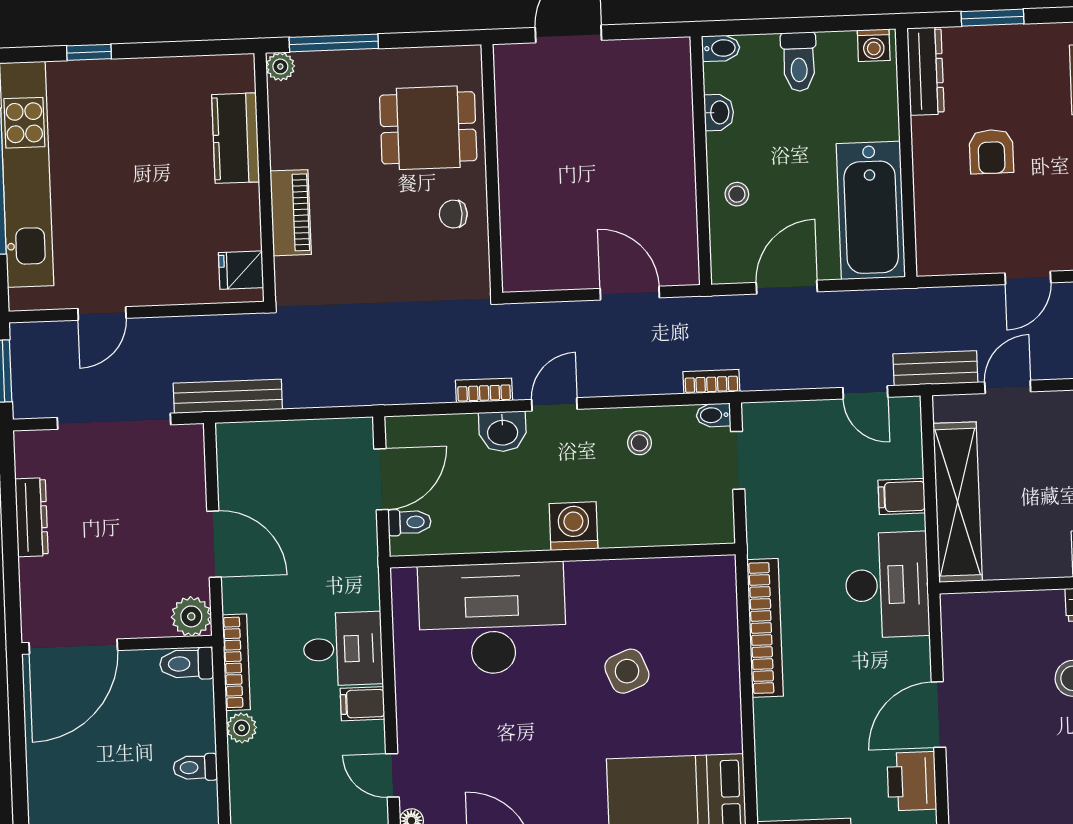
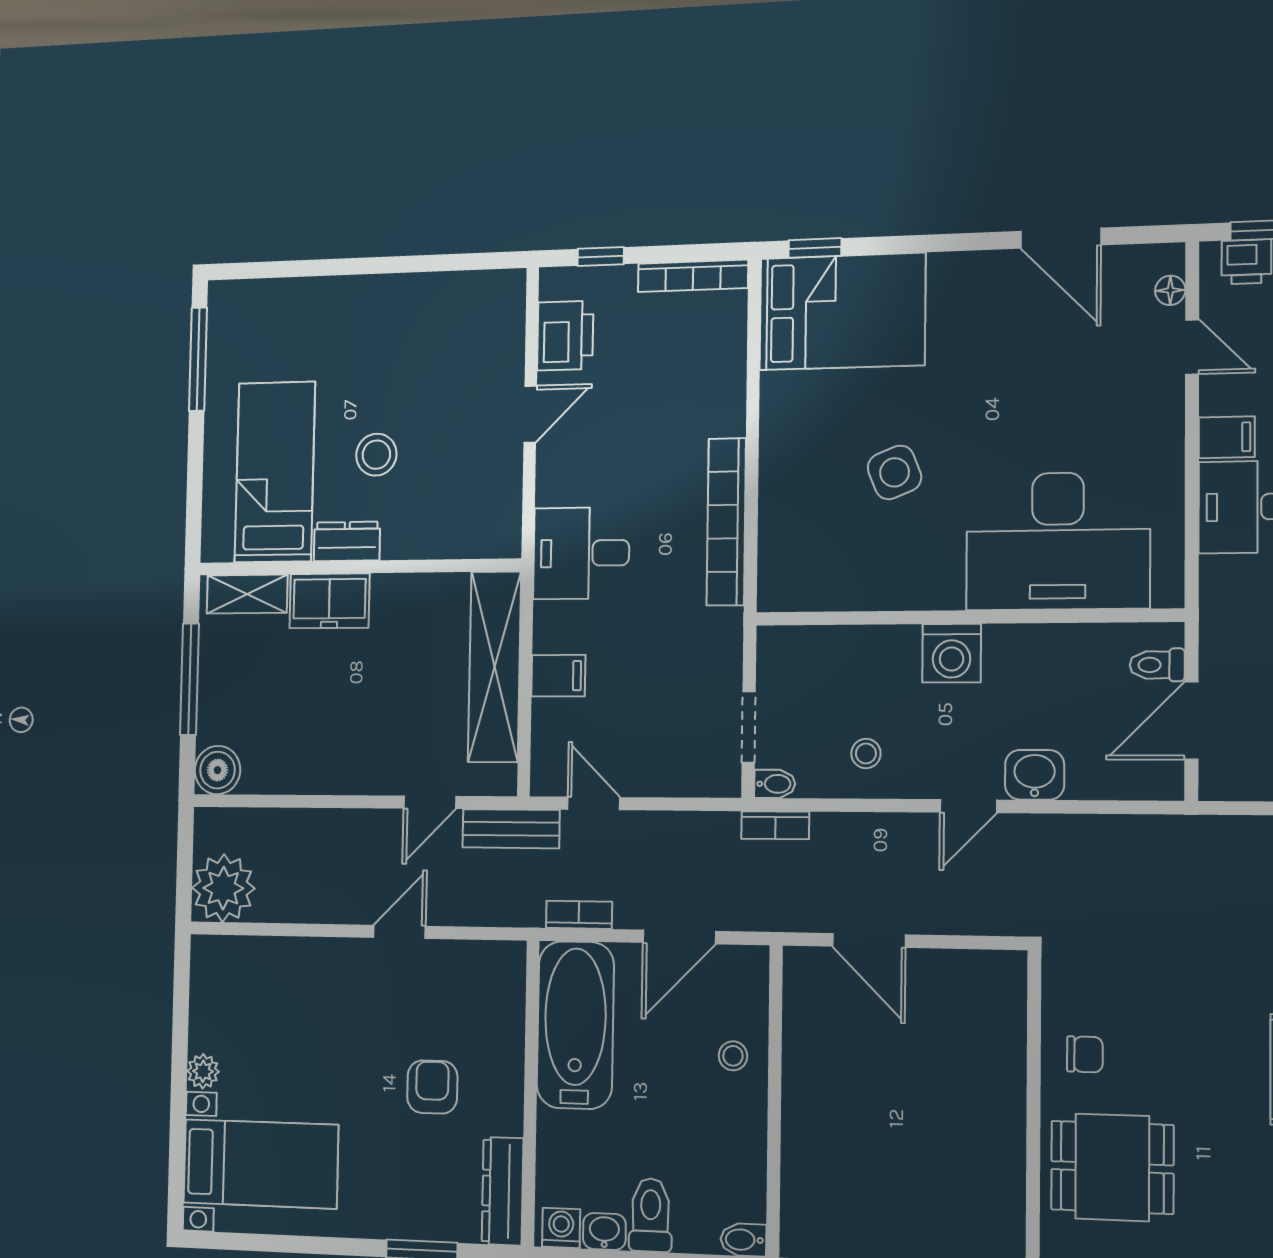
washbasin: (719, 112) -> (604, 1231), moved, turned 90
bookcase: (484, 390) -> (579, 915), moved, turned 180
desk: (887, 585) -> (581, 553), width x0.73
door: (939, 715) -> (530, 414), width x0.73

